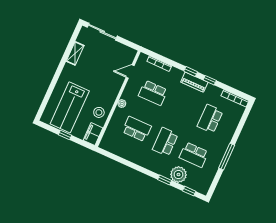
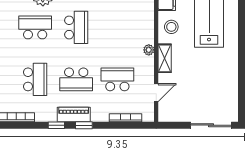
shelving: (75, 53) -> (165, 58), moved
school desk: (137, 129) -> (76, 79), moved

